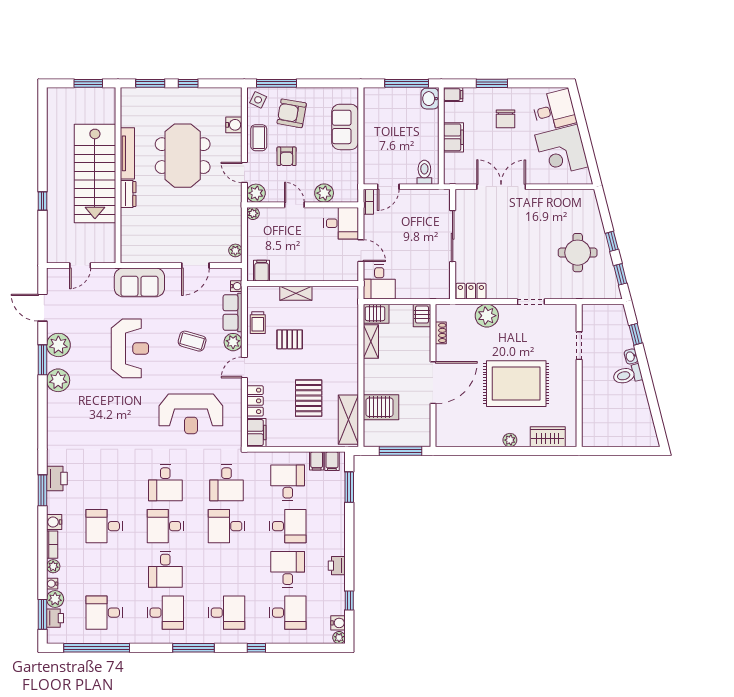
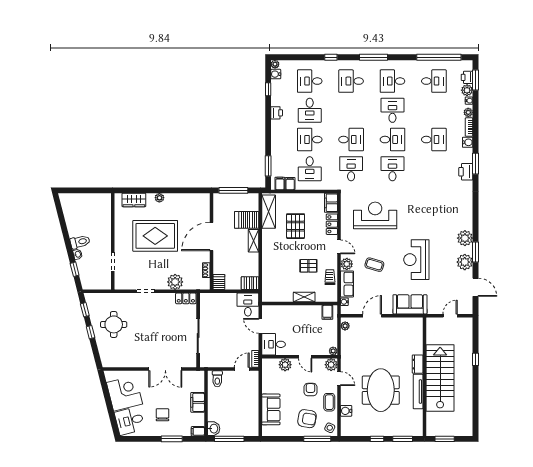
shelving: (371, 341) -> (253, 241), moved
door: (244, 367) -> (339, 247), hinge flipped

